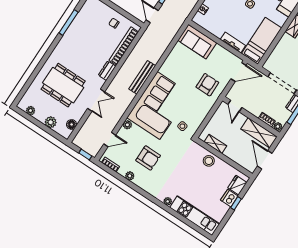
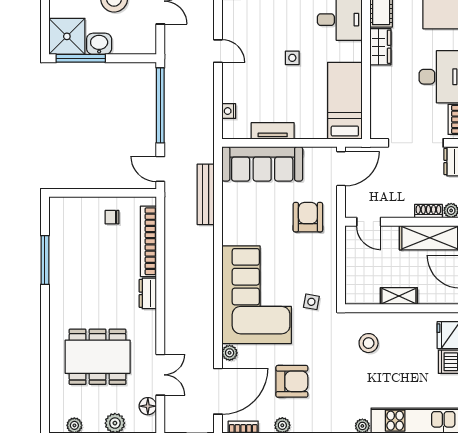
sofa: (197, 42) -> (262, 164), width x1.36
tv unit: (233, 43) -> (273, 131), moved
bench: (142, 77) -> (206, 194), moved
double door: (96, 100) -> (160, 375), moved
door: (110, 139) -> (218, 391), width x1.88
shelving: (215, 144) -> (399, 296), moved
stool: (209, 161) -> (369, 343), moved

